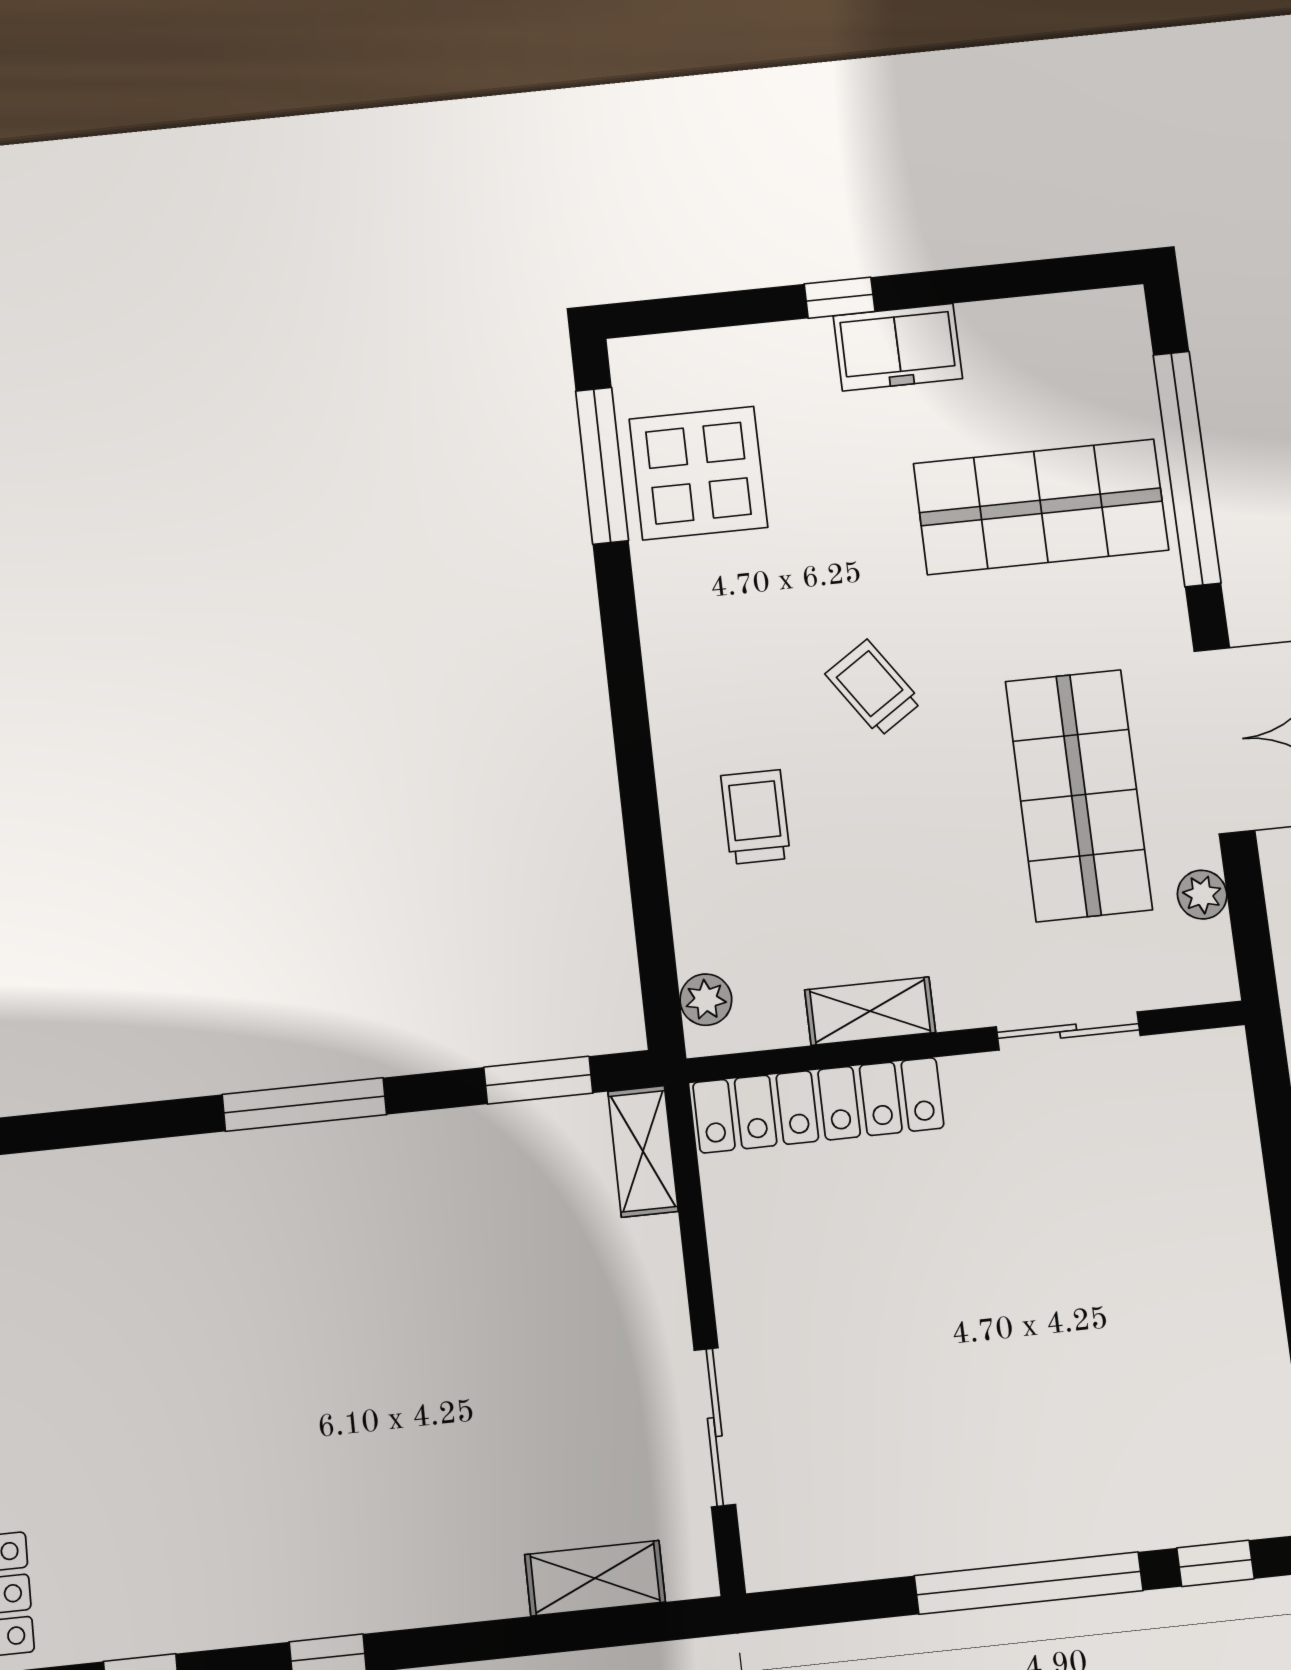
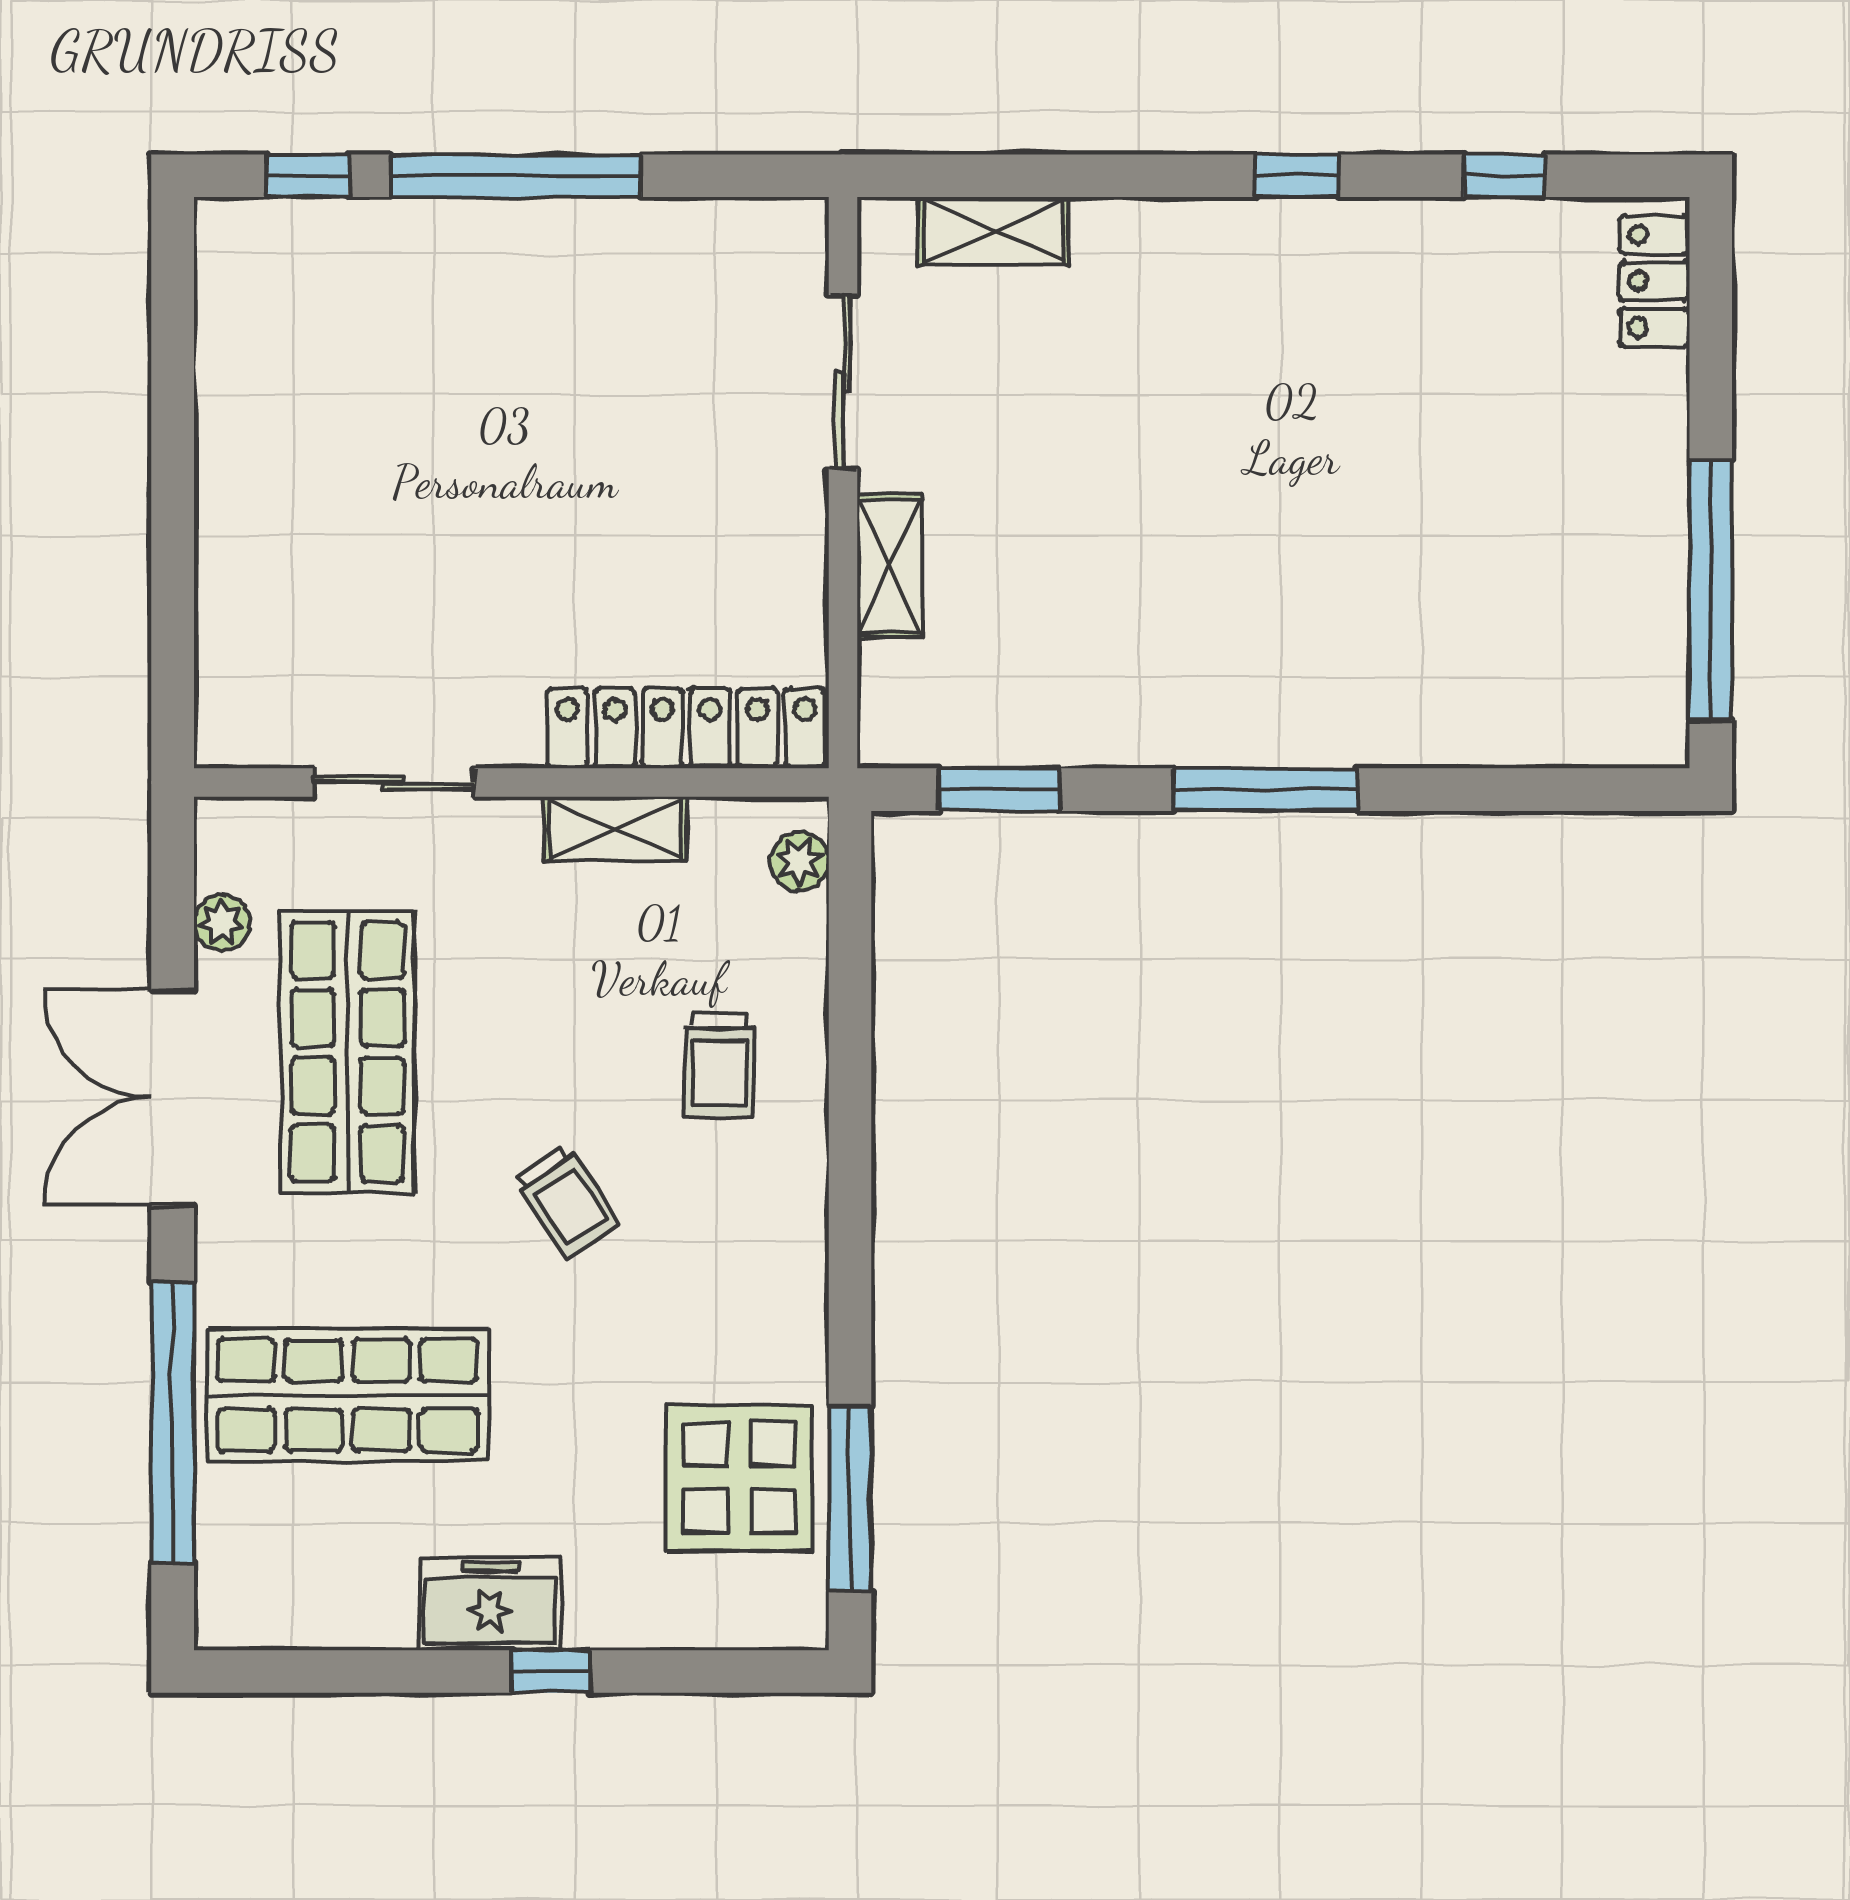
shelving: (643, 1151) -> (889, 566), moved

